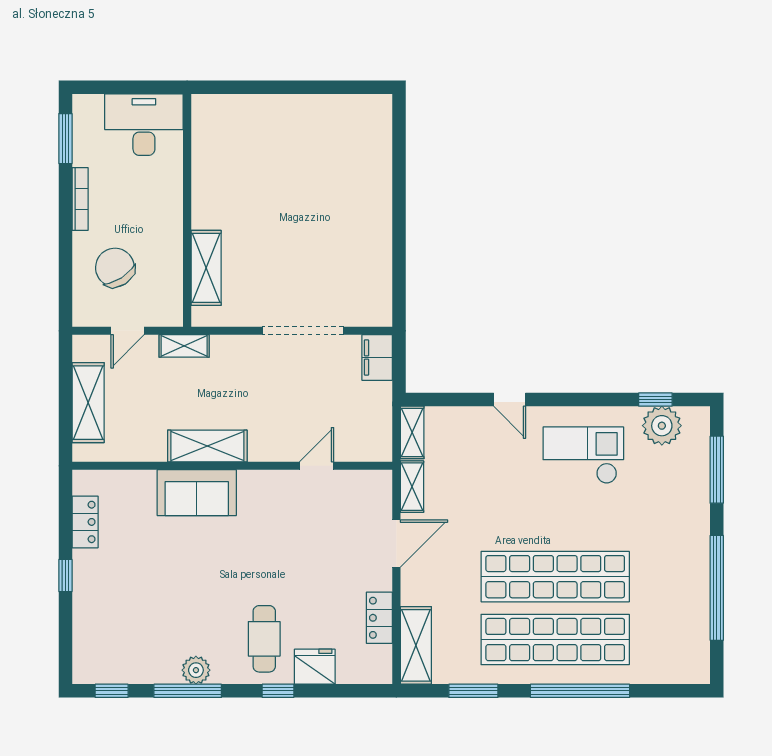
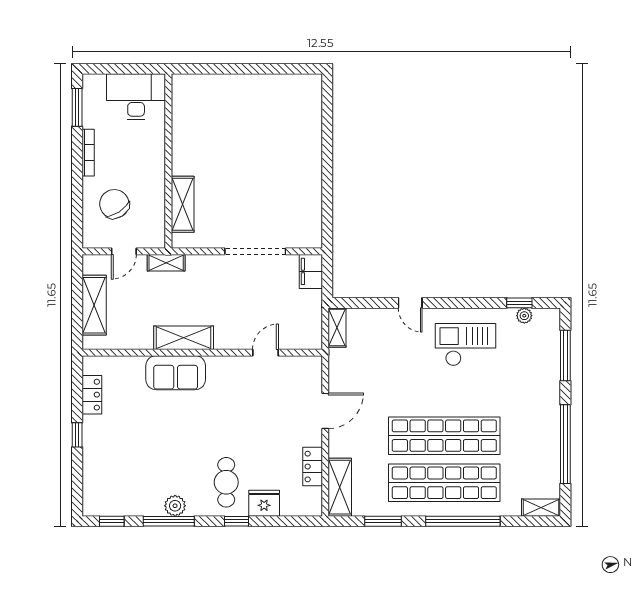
plant: (662, 426) -> (524, 316), width x0.53, depth x0.53
shelving: (412, 487) -> (541, 508), moved, turned 90

